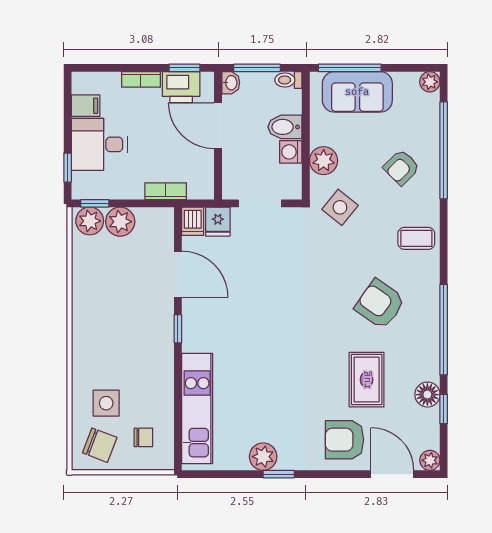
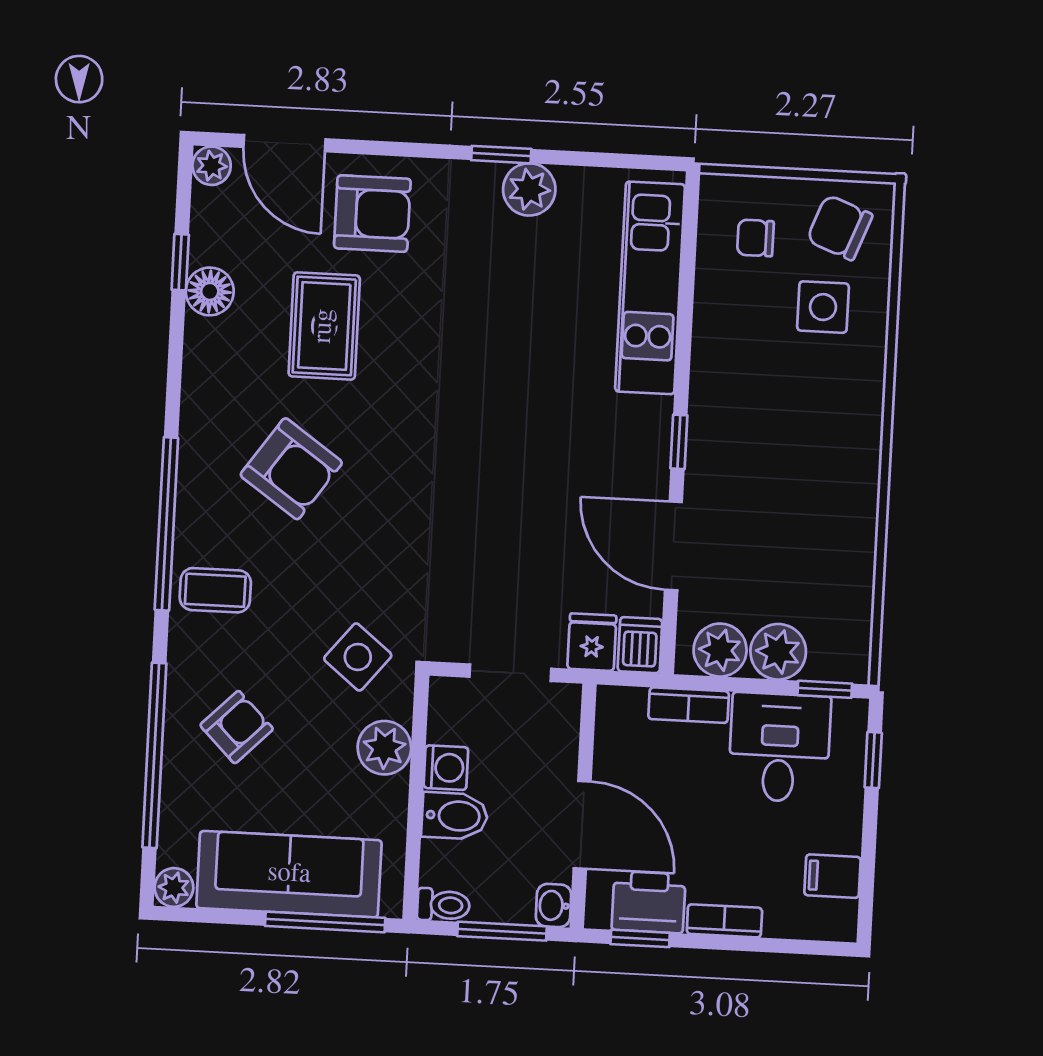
sofa: (357, 92) -> (289, 874), width x1.36
desk: (99, 144) -> (780, 747), moved, turned -90
plant: (90, 221) -> (720, 650), moved
window: (444, 330) -> (166, 524), moved

